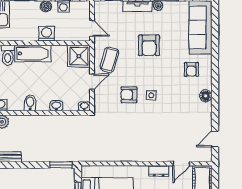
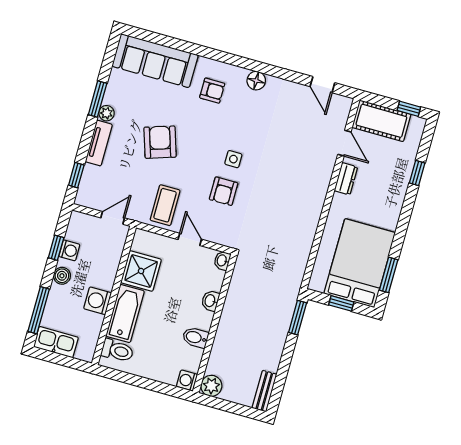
washing machine: (47, 34) -> (98, 301), moved
armchair: (149, 45) -> (160, 142), turned -108
shower: (79, 56) -> (141, 271), moved
coffee table: (110, 60) -> (165, 205), turned 74

